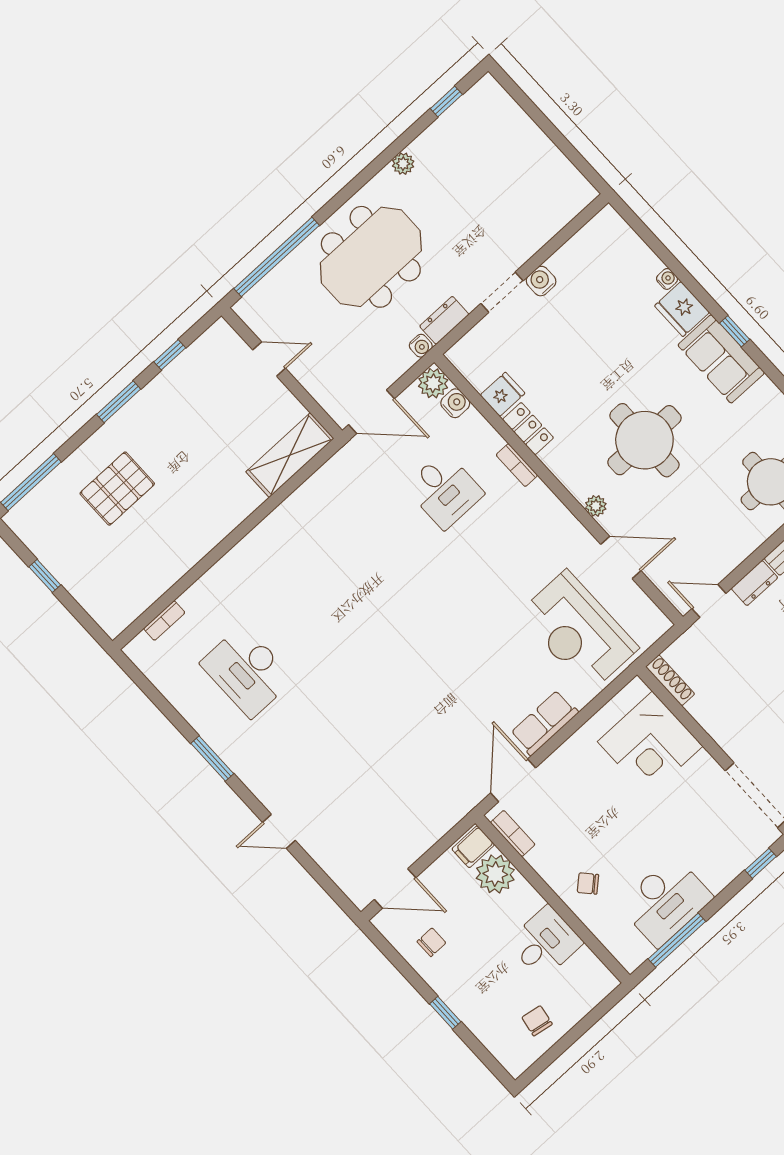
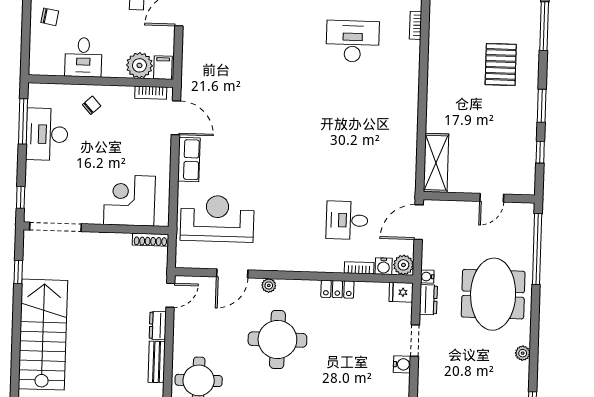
fridge: (503, 394) -> (401, 292), moved, turned 90
bookcase: (517, 465) -> (359, 268), moved

